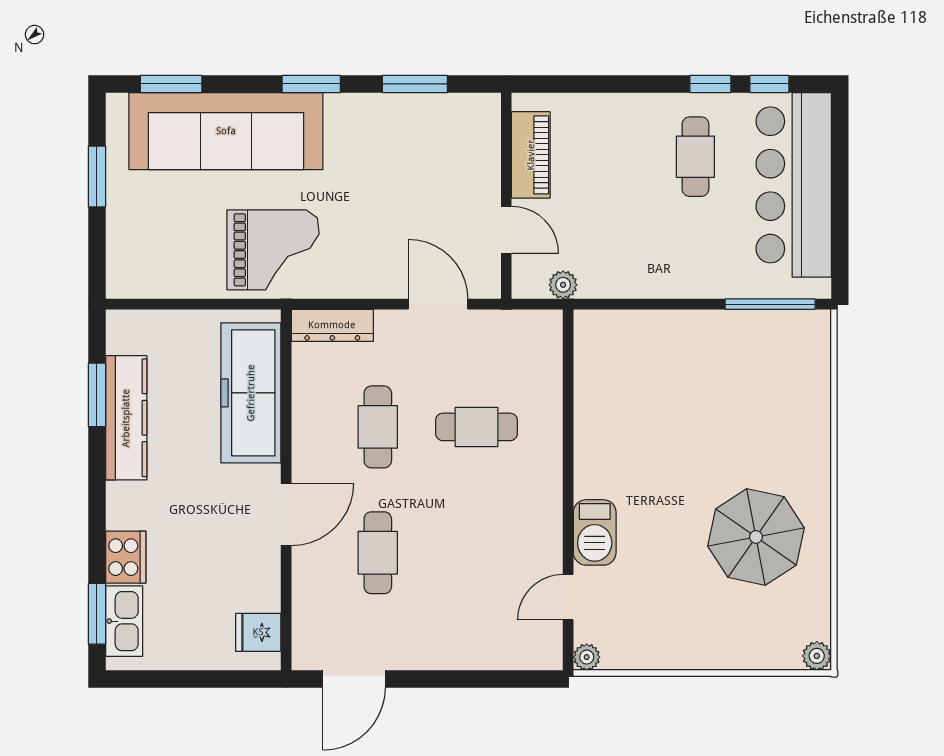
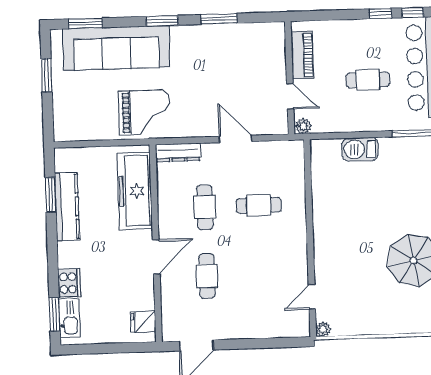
piano: (531, 155) -> (302, 55), moved
cafe table: (695, 157) -> (368, 80), moved, turned 90
wall: (506, 196) -> (290, 78), moved
door: (506, 230) -> (290, 96), moved
barbecue: (595, 532) -> (360, 149), moved, turned 90

